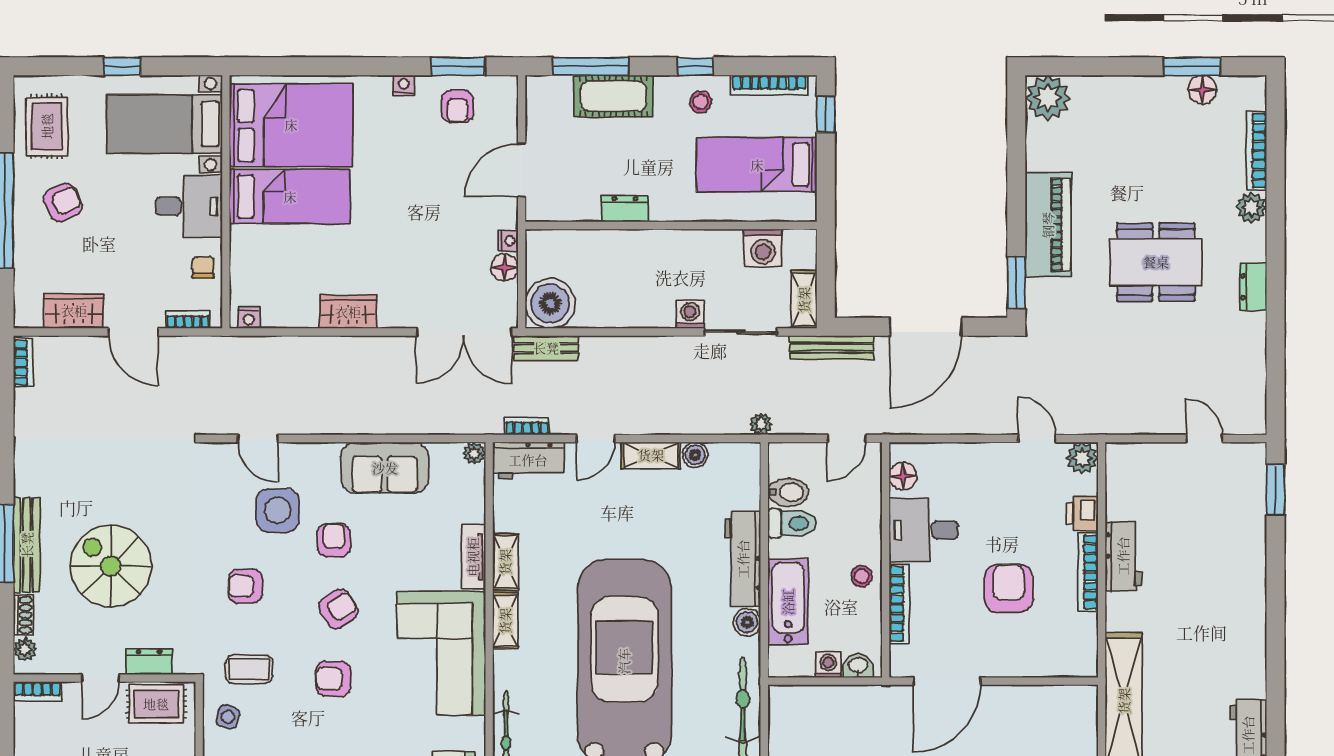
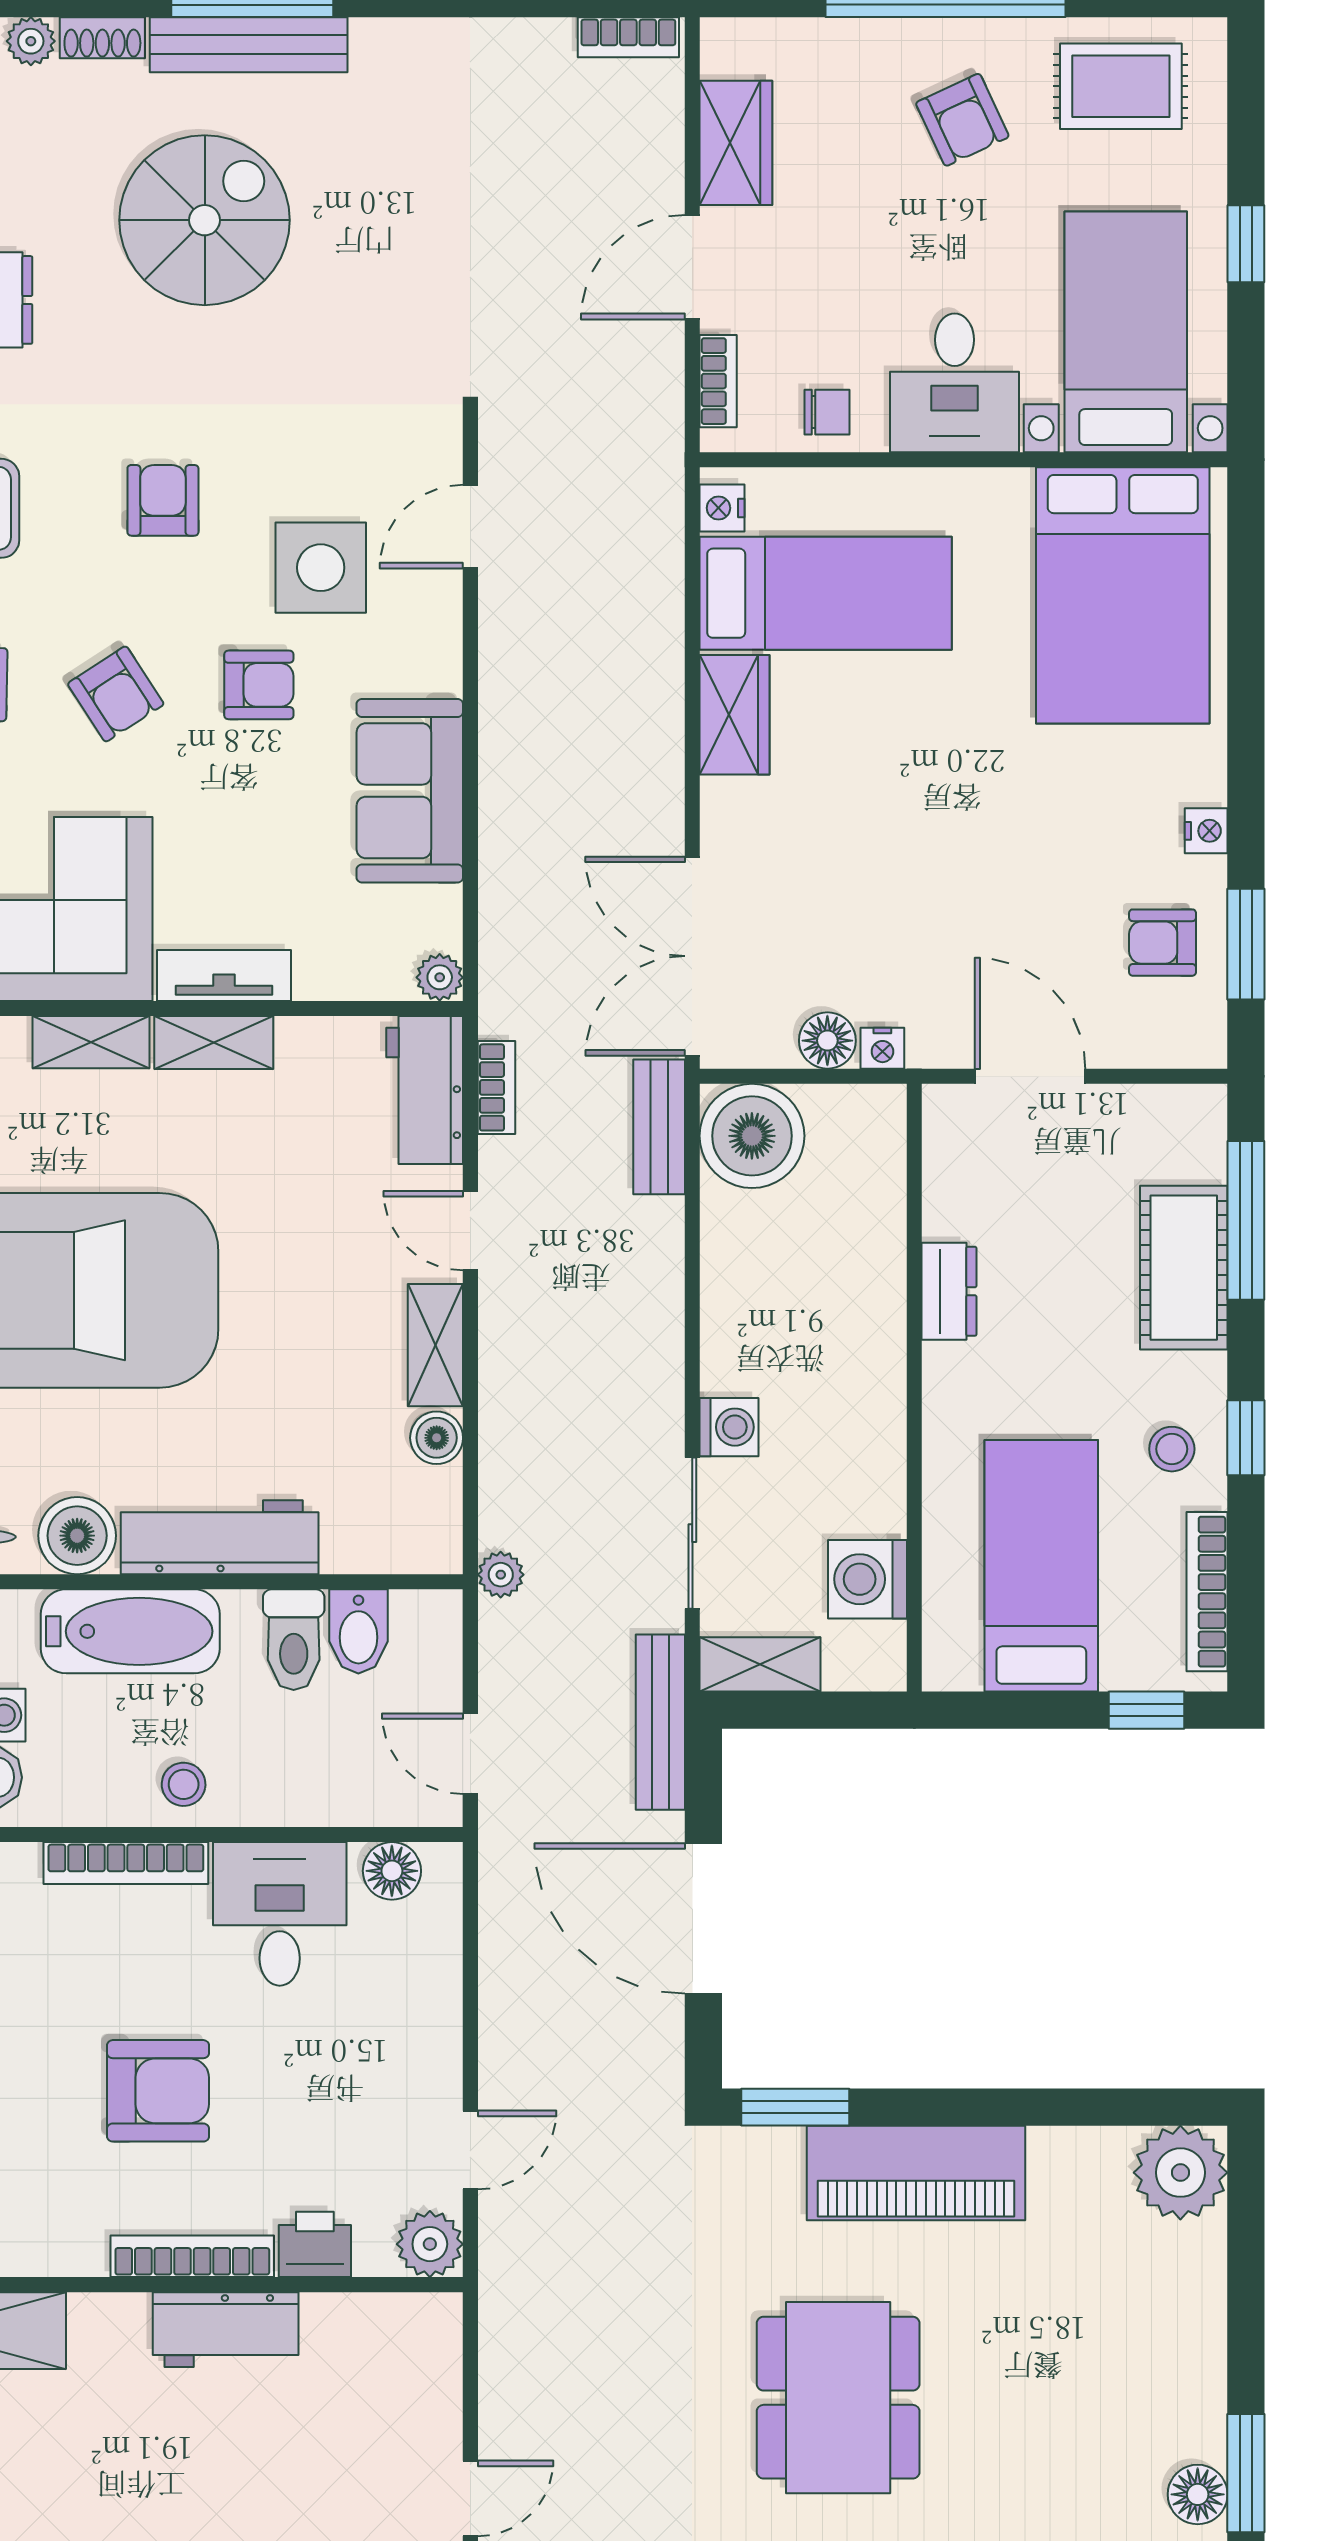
bed: (290, 197) -> (826, 593), moved, turned -90
boiler: (747, 622) -> (77, 1536), width x1.36, depth x1.36

